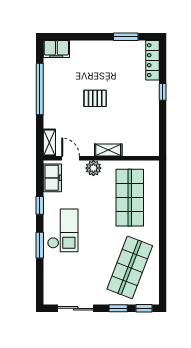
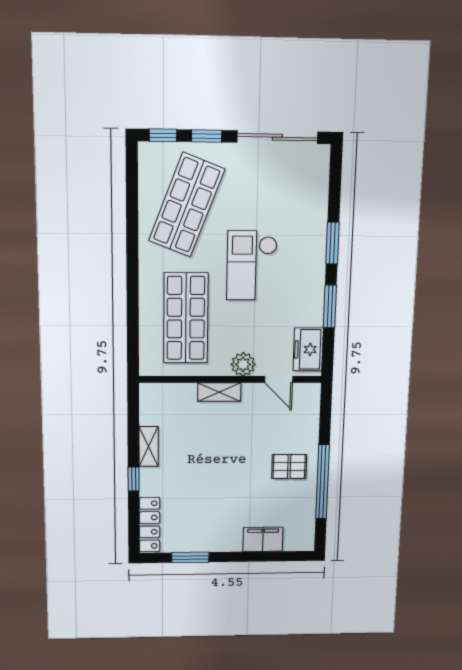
filing cabinet: (56, 49) -> (263, 539), moved
pallet: (95, 98) -> (289, 467), moved
shelving: (49, 143) -> (149, 446), moved
window: (40, 205) -> (330, 306), width x1.50
checkout: (63, 230) -> (252, 265), moved
sliding door: (76, 308) -> (277, 137), width x1.37

